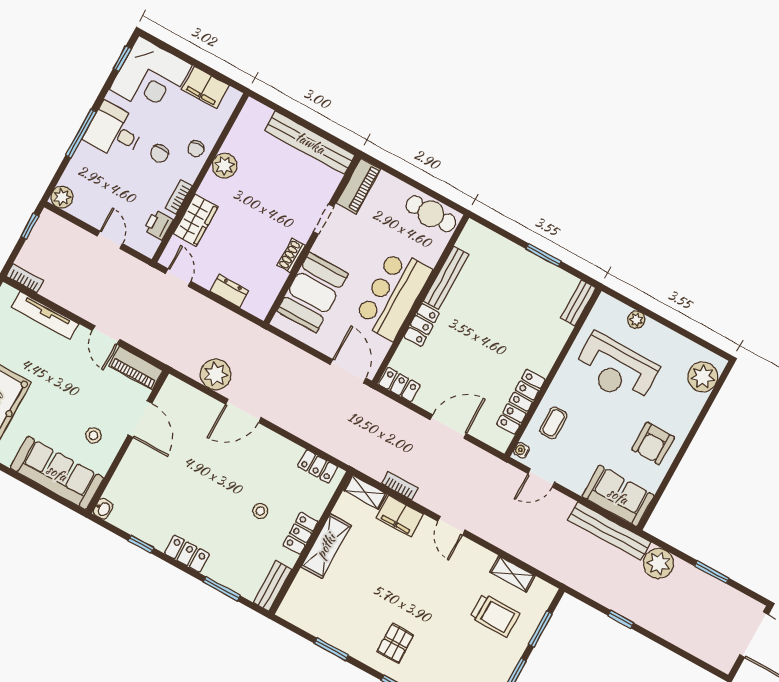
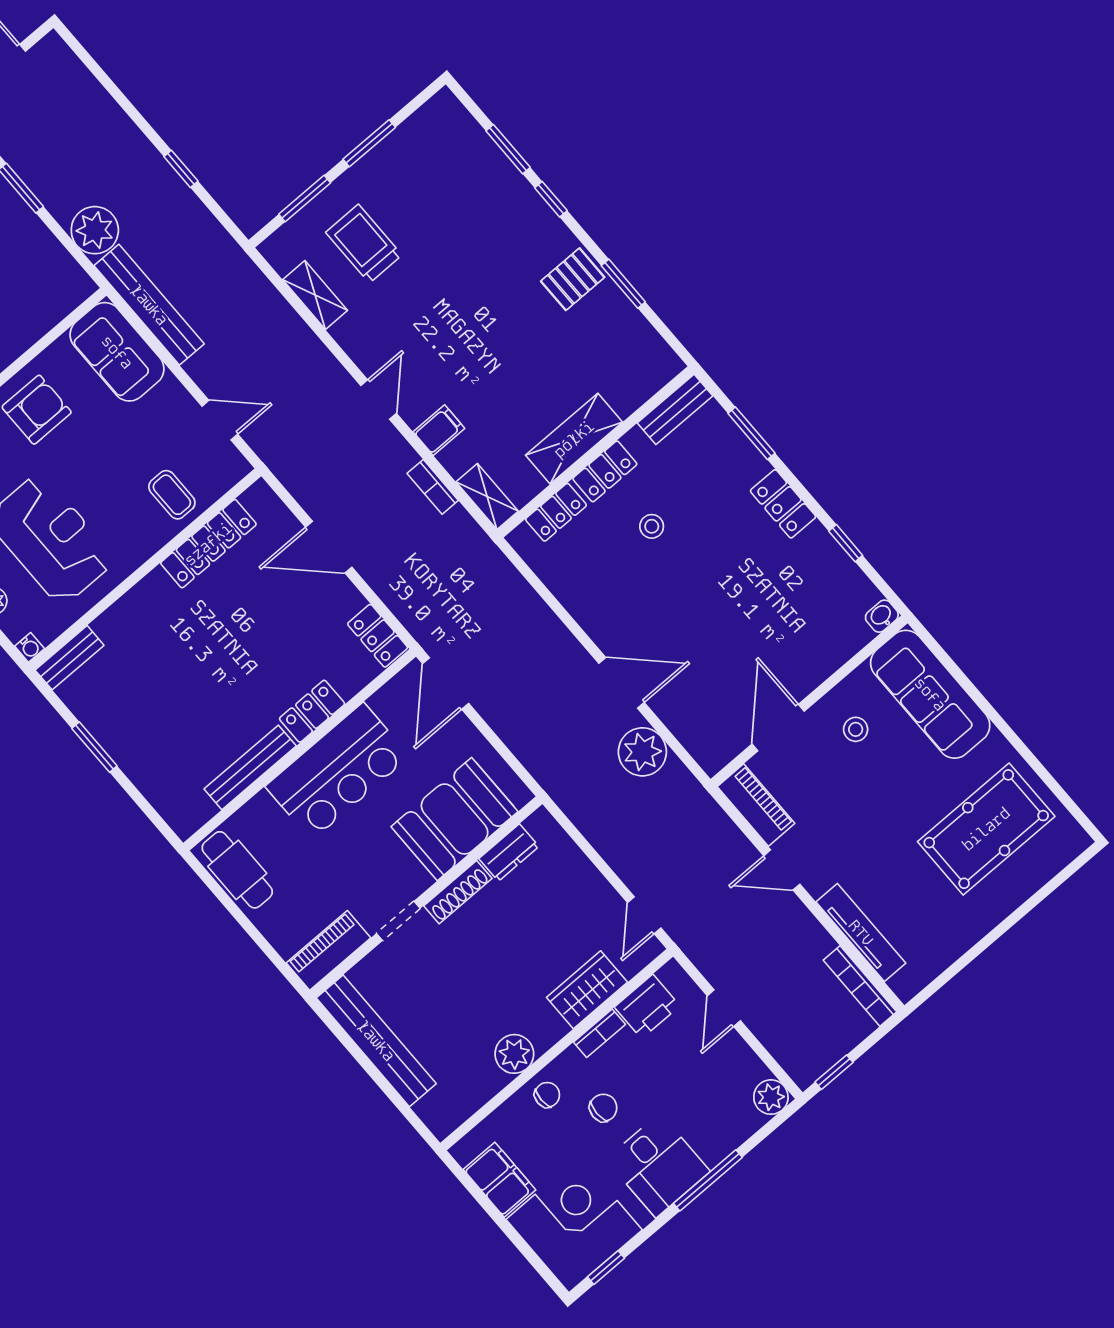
printer: (158, 225) -> (647, 1006), width x1.36, depth x1.24
shoe rack: (291, 255) -> (458, 892), width x1.43
bookcase: (25, 278) -> (860, 986), width x1.56
dresser: (229, 291) -> (509, 853), moved, turned -90
door: (106, 335) -> (782, 870), swing flipped
coffee table: (553, 423) -> (172, 495), turned 90
water cooler: (521, 450) -> (30, 647), moved
locker: (318, 466) -> (556, 512), moved, turned 90
filing cabinet: (400, 516) -> (439, 430), width x0.50
pallet: (395, 643) -> (573, 279), moved

